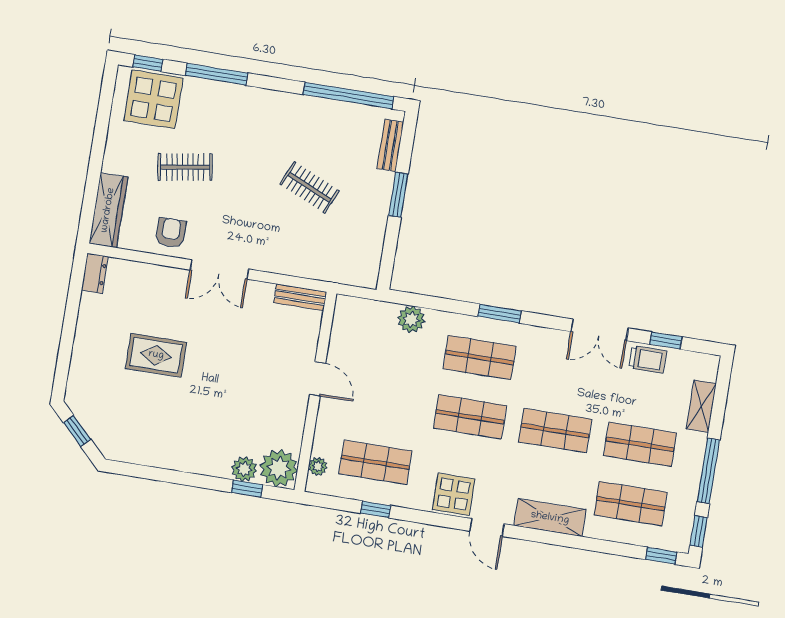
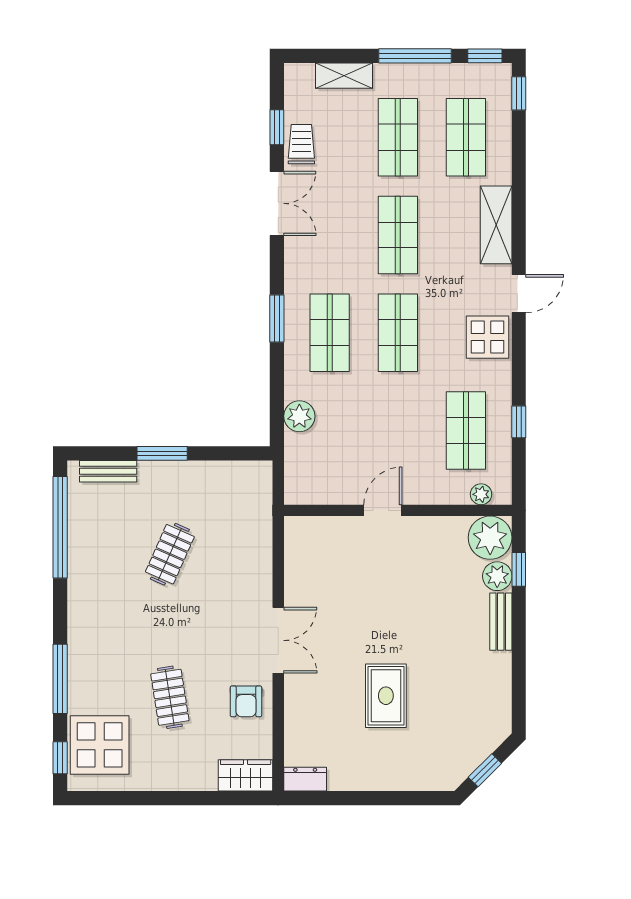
wardrobe: (108, 210) -> (246, 775), width x0.67
armchair: (171, 233) -> (246, 701), turned -90
bench: (300, 297) -> (501, 622), moved

